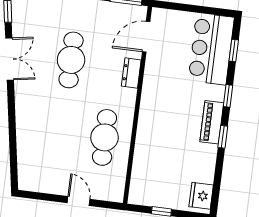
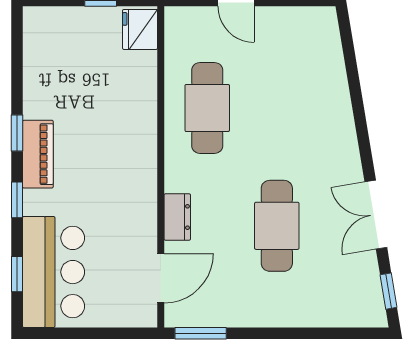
fridge: (201, 196) -> (140, 29), moved, turned 180

